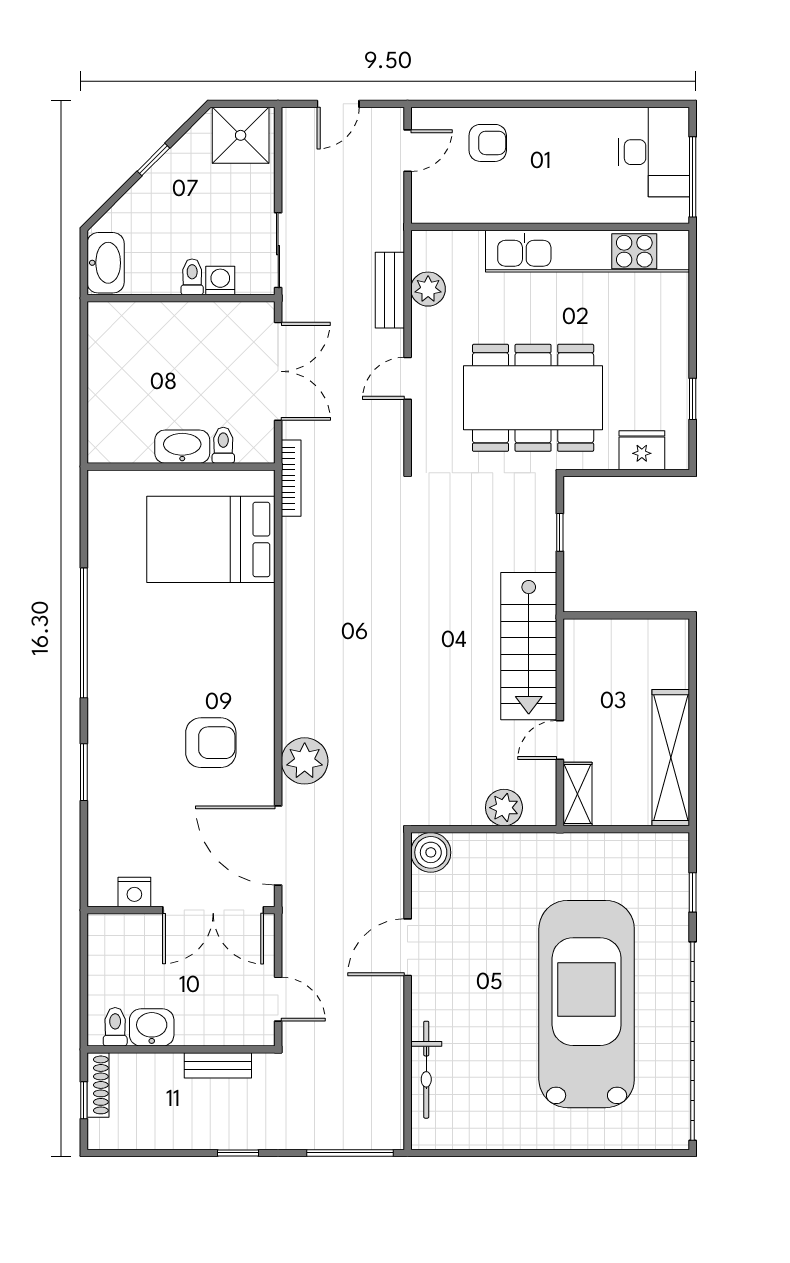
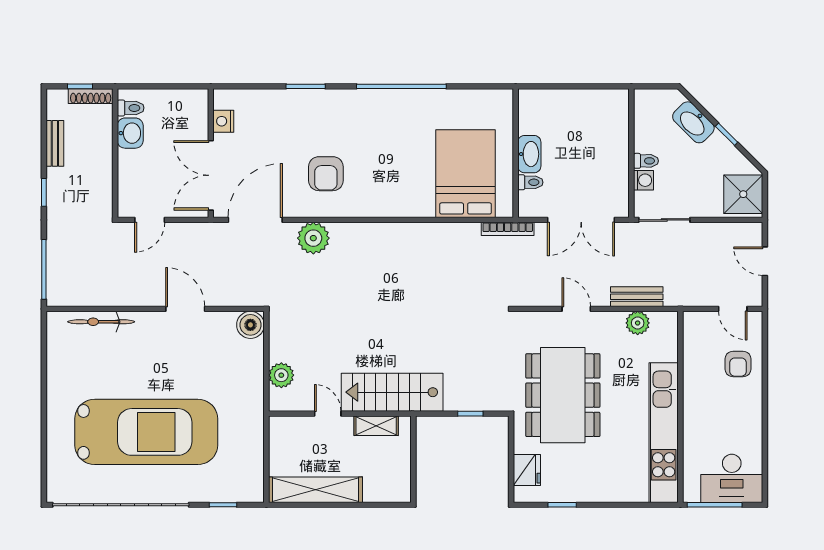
washbasin: (106, 263) -> (693, 122), moved, turned 45
shelving: (577, 794) -> (376, 426), moved
bench: (218, 1065) -> (55, 143), moved

